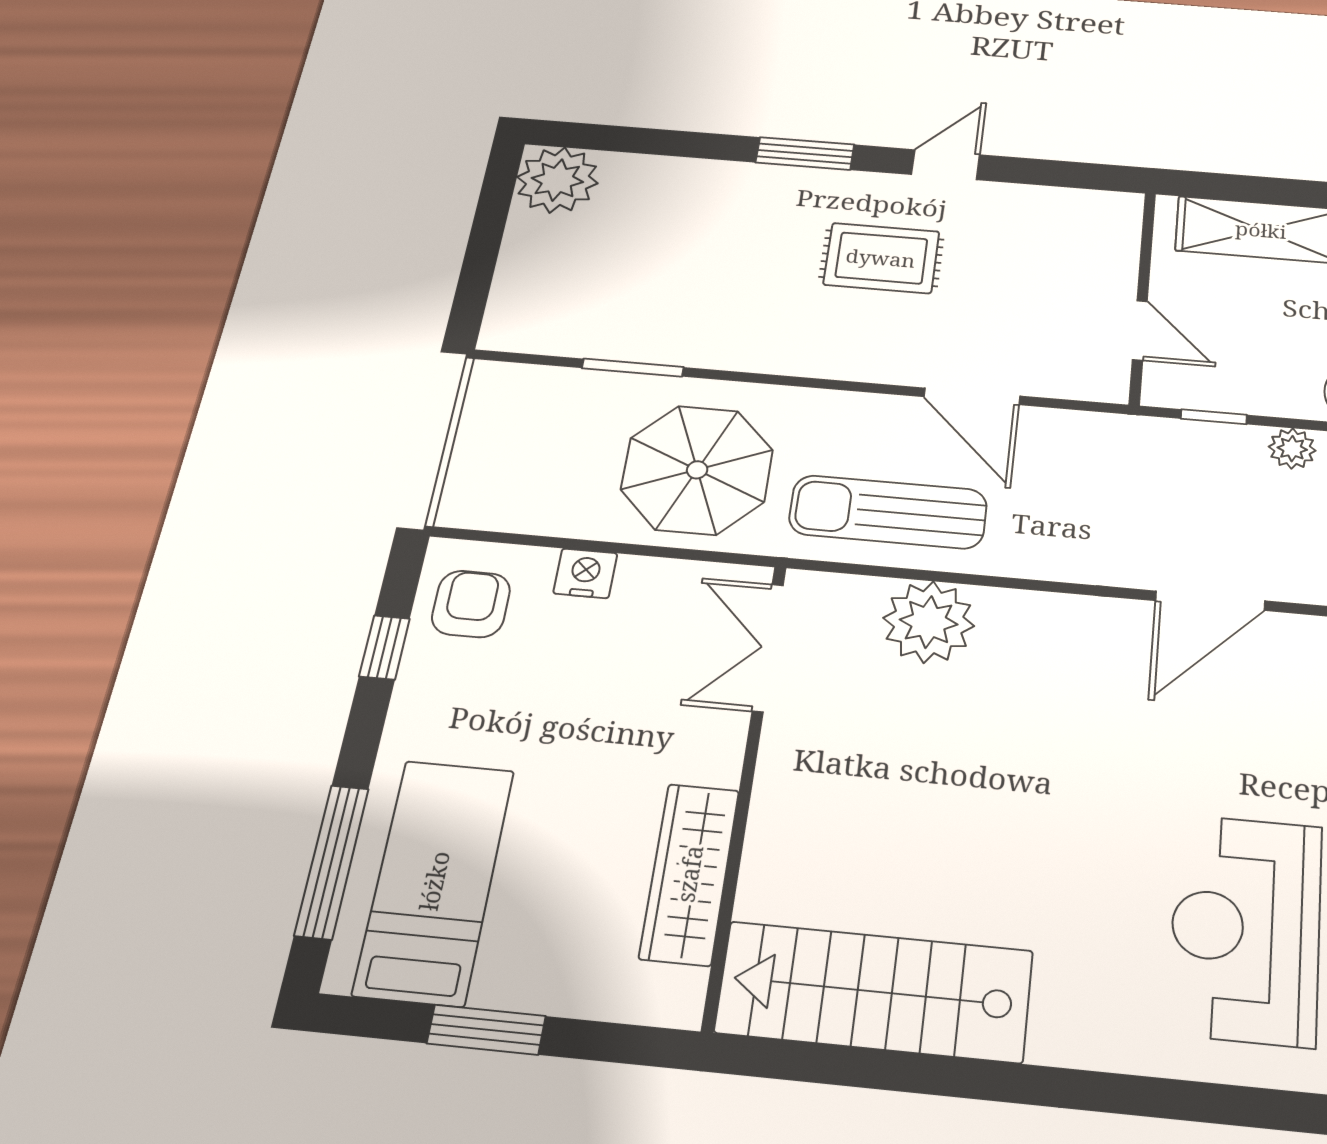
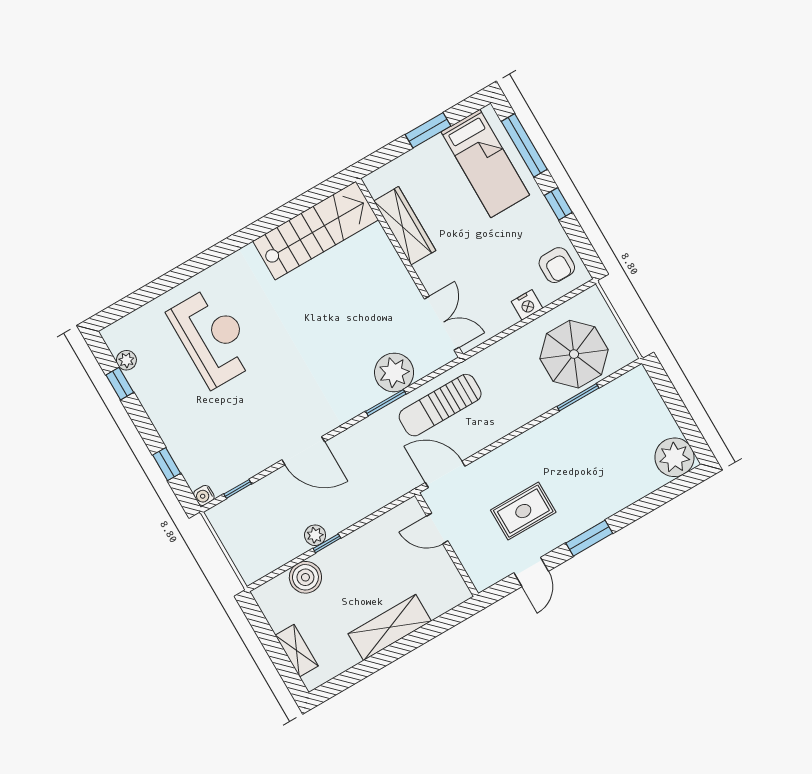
wall: (1142, 297) -> (447, 544), moved
door: (1140, 330) -> (437, 529), moved
window: (1214, 417) -> (327, 543), moved
parasol: (697, 470) -> (574, 354), moved
sun lounger: (888, 512) -> (440, 405), turned 180
window: (986, 581) -> (386, 403), added
door: (1210, 601) -> (303, 451), swing flipped
window: (384, 647) -> (558, 204), moved

